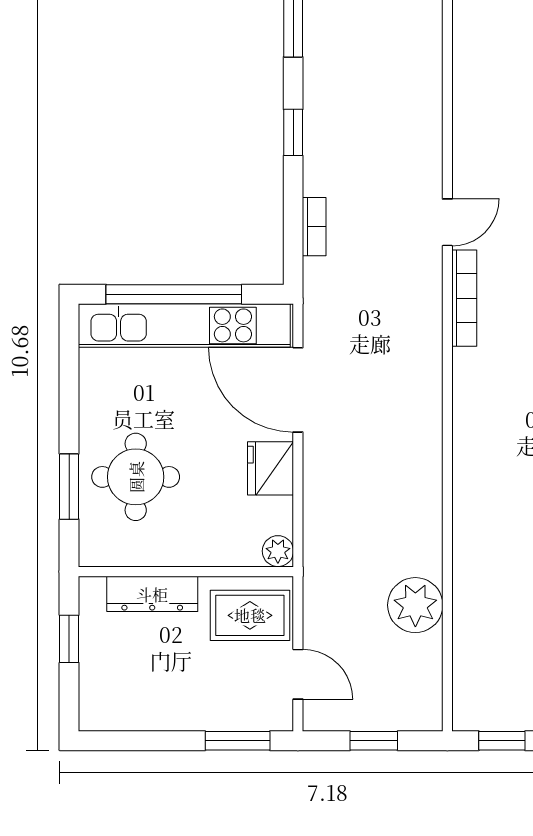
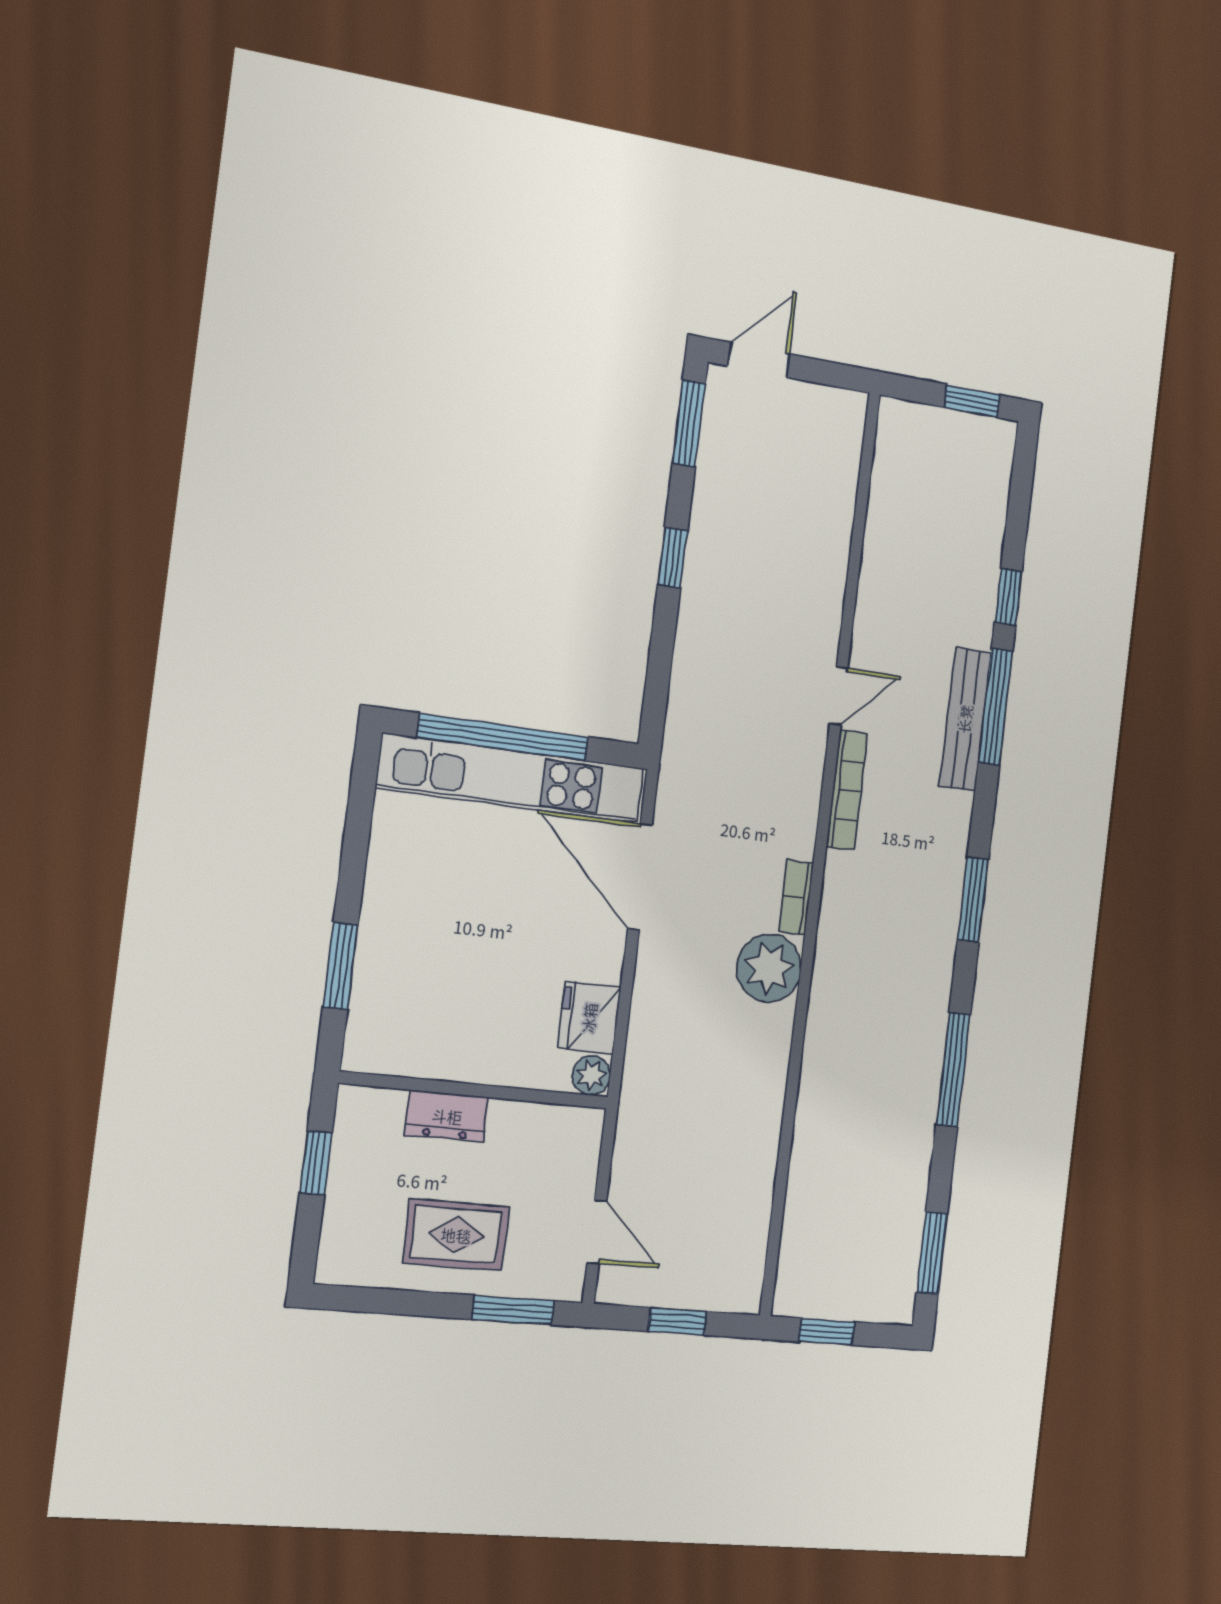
bookcase: (314, 227) -> (796, 897), moved, turned 180
fridge: (270, 468) -> (589, 1018), moved
round table: (136, 477) -> (427, 963), removed
dresser: (152, 594) -> (447, 1116), width x0.70
plant: (415, 605) -> (769, 968), moved
rug: (250, 615) -> (456, 1235), moved

